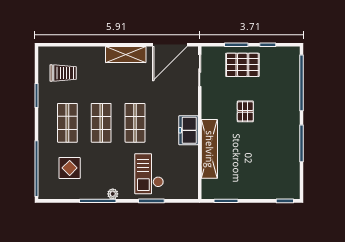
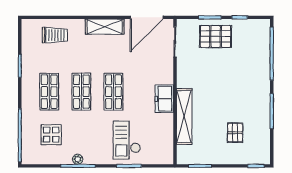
trolley: (63, 73) -> (55, 35), moved
pallet: (245, 111) -> (235, 133), moved
plant: (113, 194) -> (78, 159), moved

